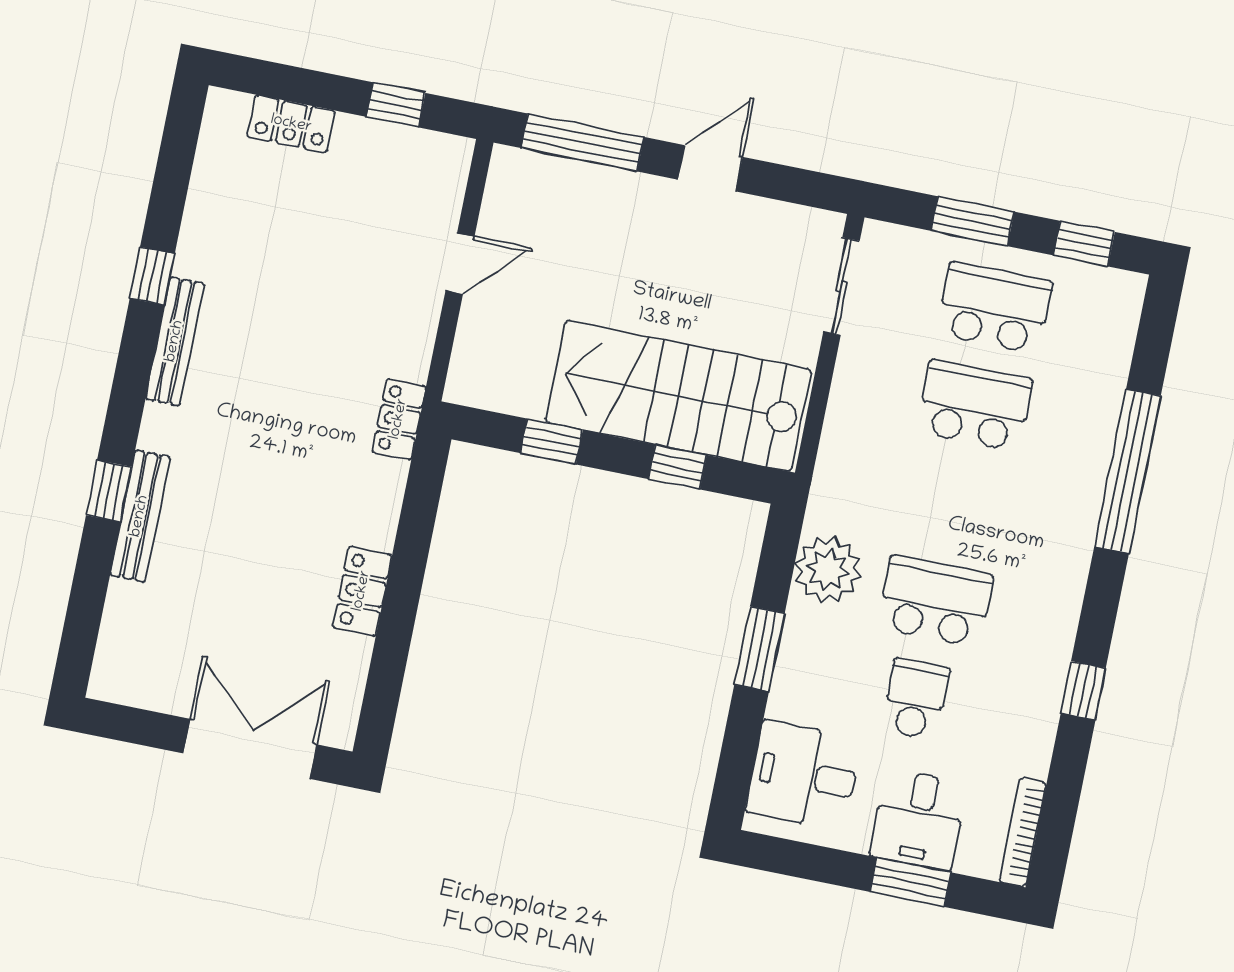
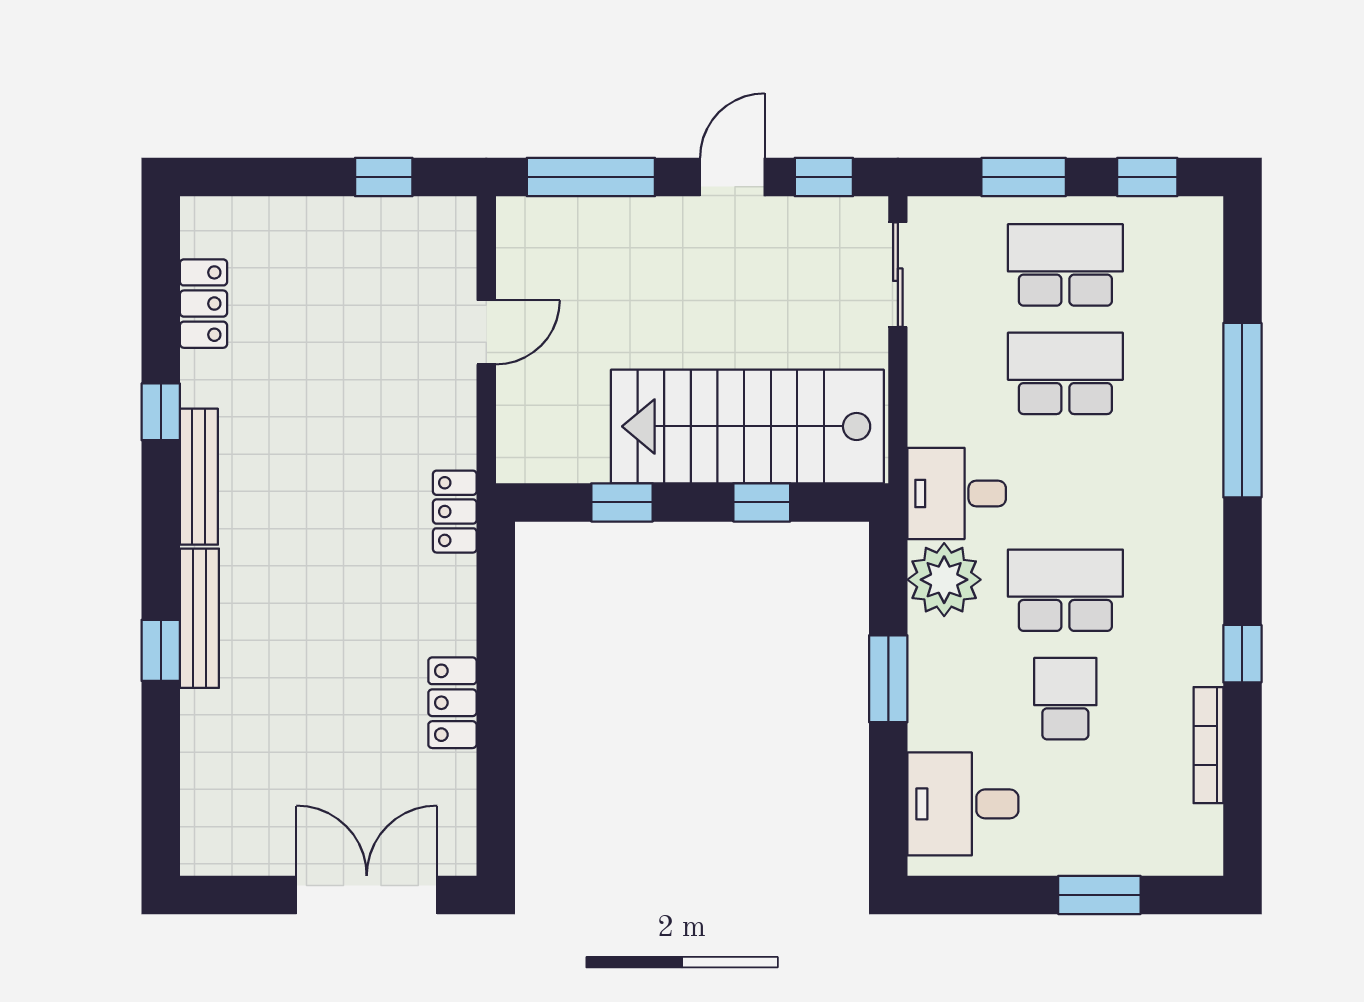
locker: (291, 124) -> (203, 304), moved, turned -90
window: (793, 185) -> (824, 177), added
bench: (140, 516) -> (199, 618), moved
desk: (919, 820) -> (957, 493), moved, turned 90
bookcase: (1023, 832) -> (1208, 745), moved

